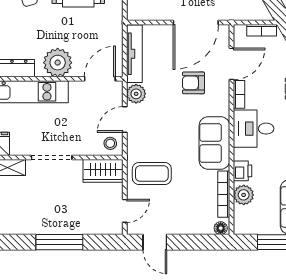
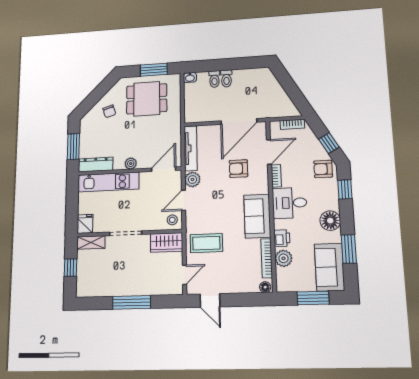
plant: (58, 63) -> (131, 164), width x0.53, depth x0.53

